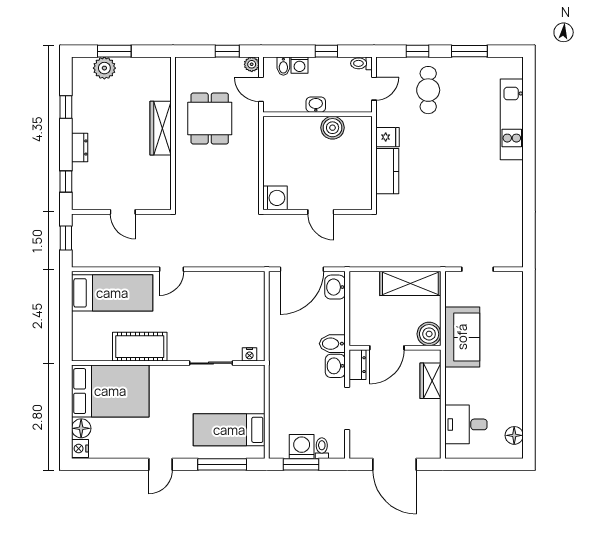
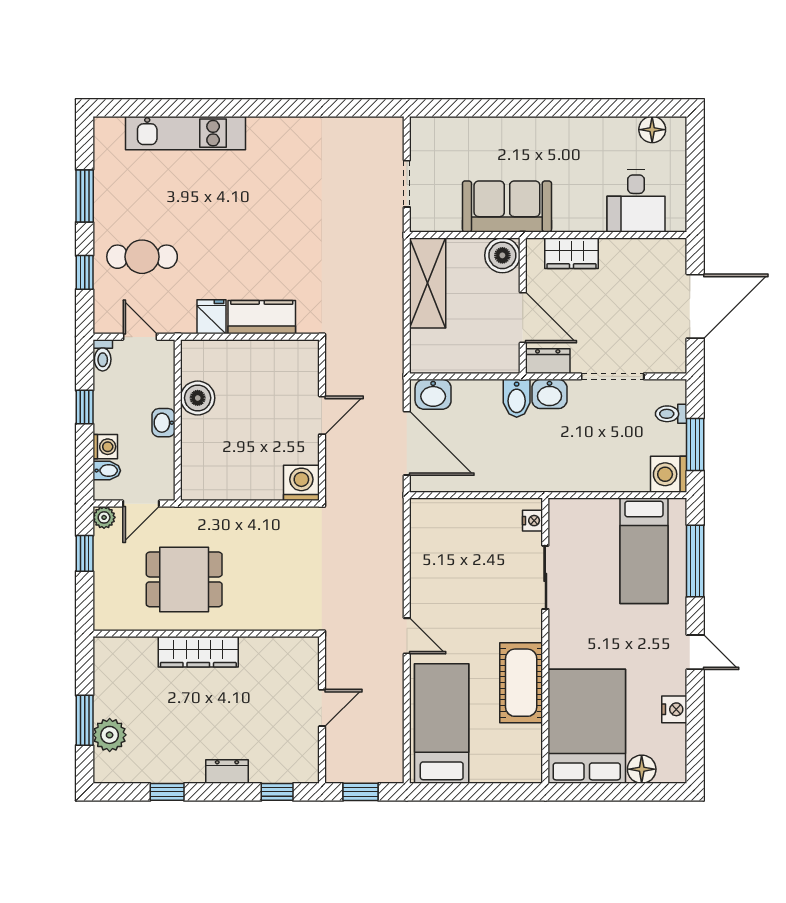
washing machine: (302, 447) -> (669, 474), moved
nightstand: (80, 449) -> (674, 709), moved, turned -90

